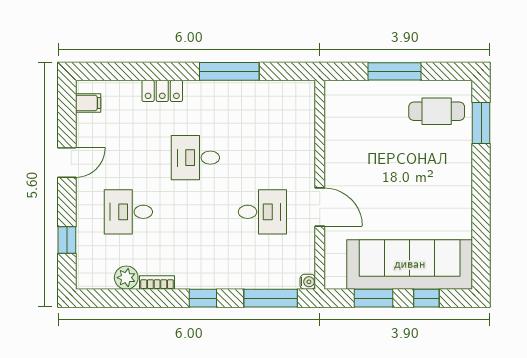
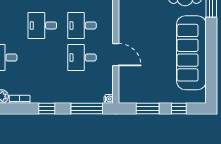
desk: (262, 158) -> (82, 25), added
desk: (262, 212) -> (82, 58), turned 180
sofa: (410, 264) -> (191, 53), moved, turned -90

